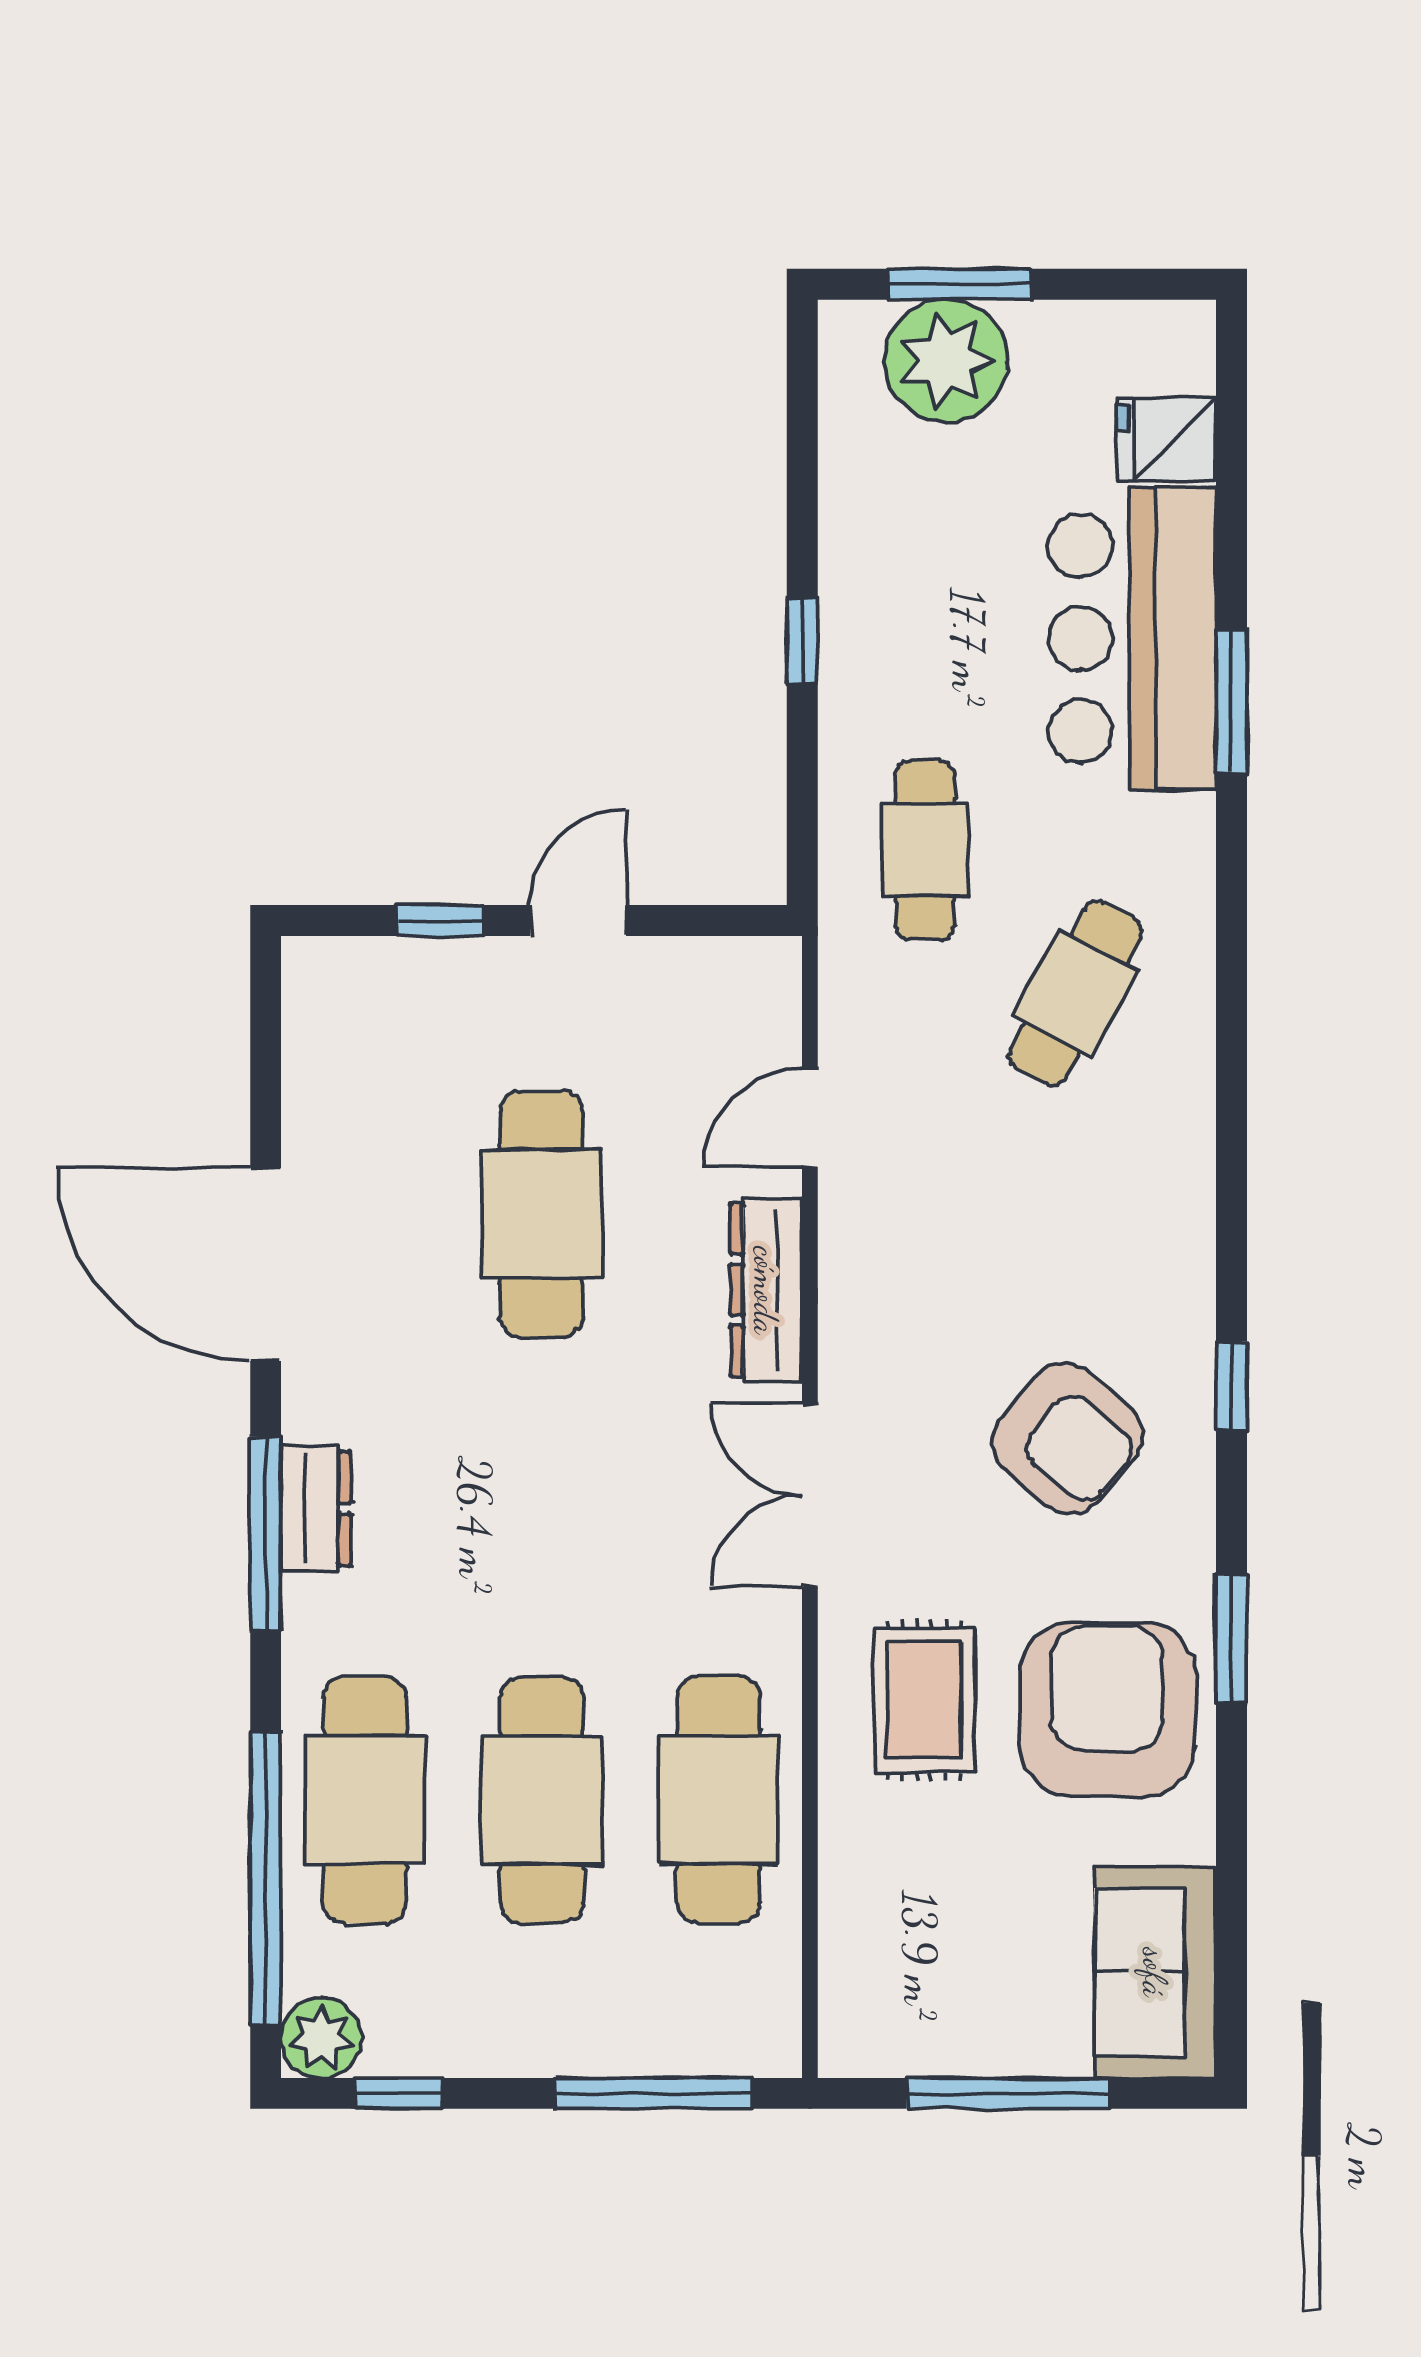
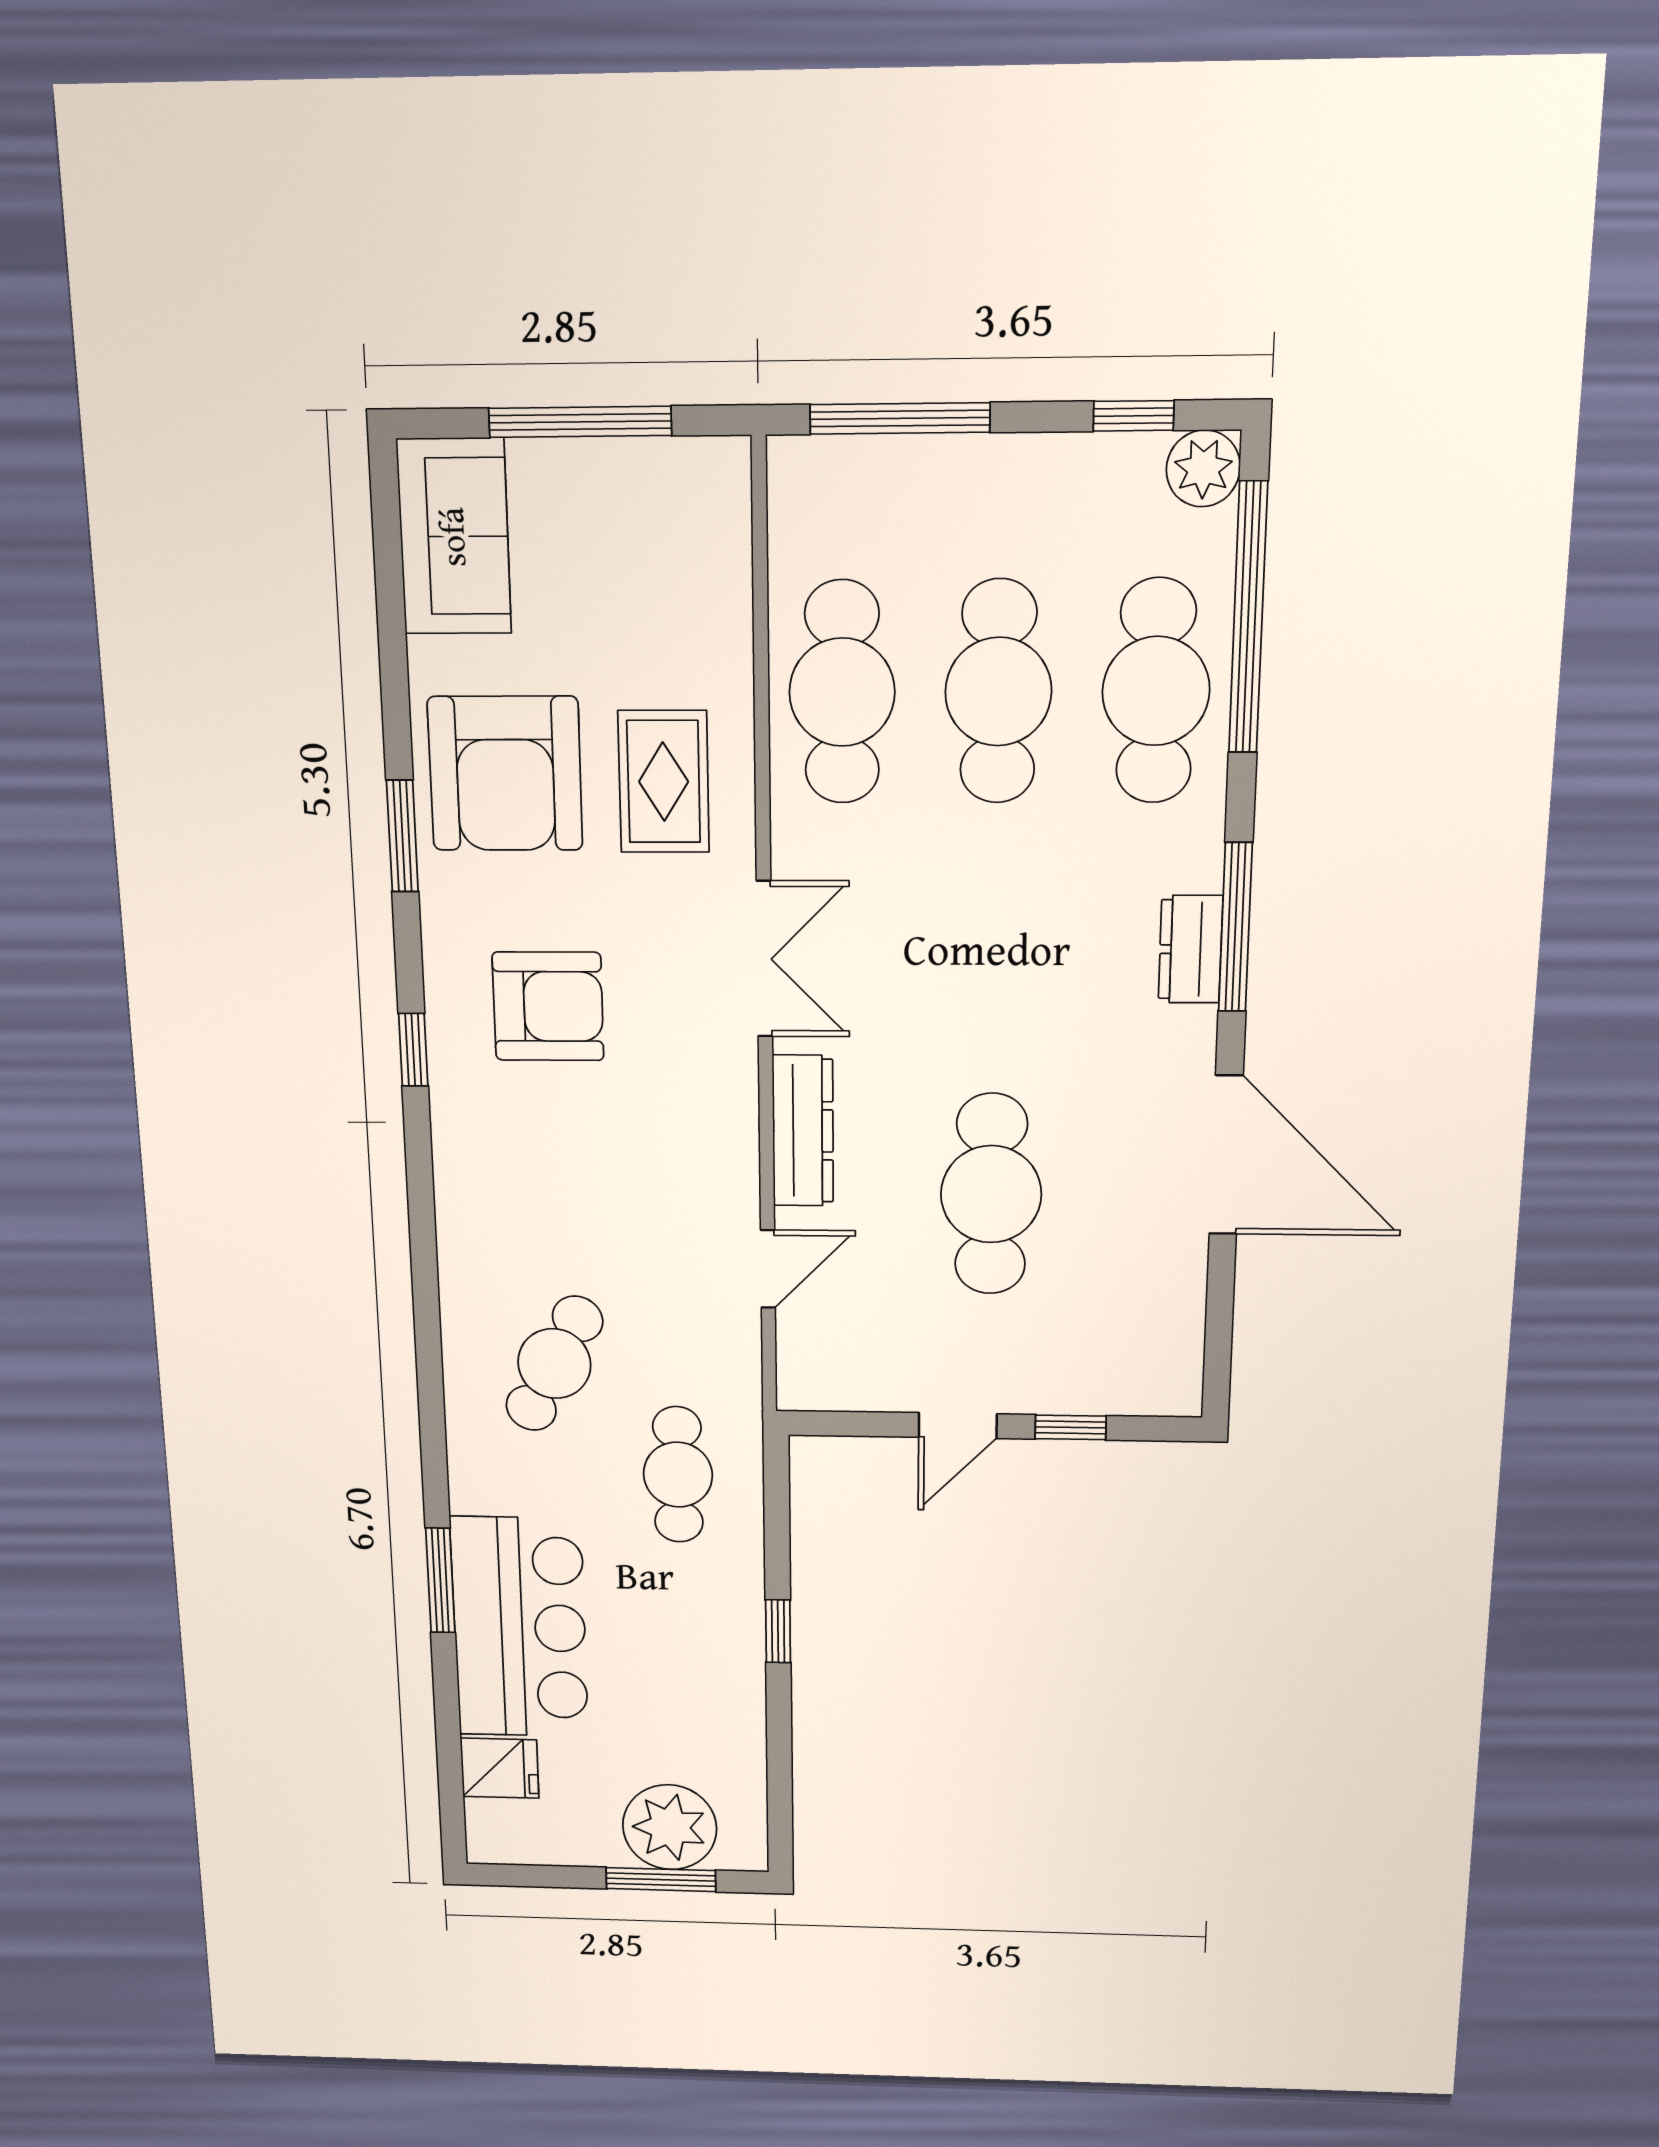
armchair: (1067, 1438) -> (548, 1006), turned 140

